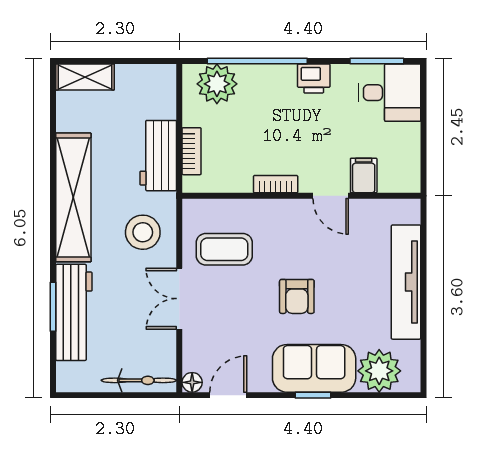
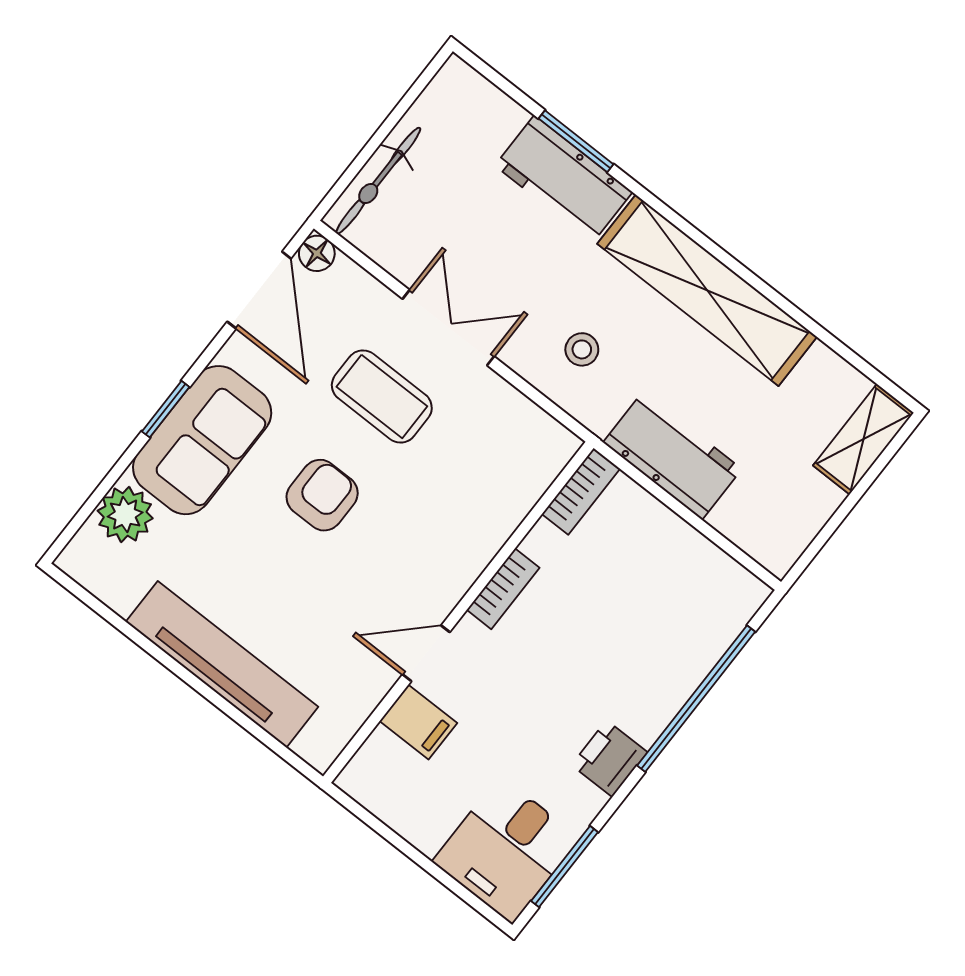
plant: (217, 84) -> (709, 617), removed
bookcase: (192, 151) -> (581, 491), moved, turned -90
stool: (143, 232) -> (582, 349), width x0.53, depth x0.53
coffee table: (224, 249) -> (382, 396), moved, turned 90
armchair: (297, 296) -> (322, 495), turned 90
workbench: (74, 312) -> (564, 179), width x0.73
plant: (379, 371) -> (125, 515), width x0.73, depth x0.73
door: (228, 395) -> (259, 290), width x1.37

